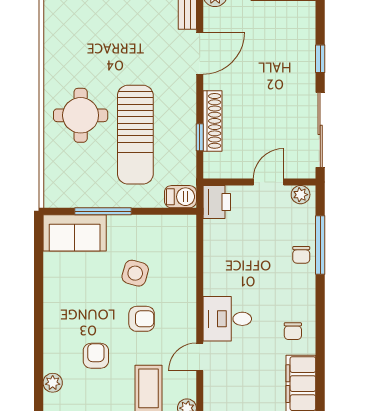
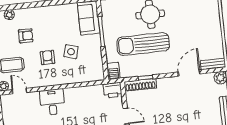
door: (200, 53) -> (189, 73), swing flipped
shoe rack: (212, 121) -> (140, 85), moved
armchair: (142, 319) -> (48, 58), turned 180
door: (200, 357) -> (19, 91), moved

